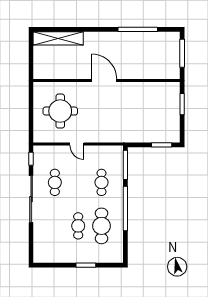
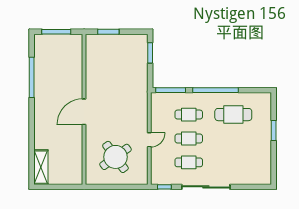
shelving: (58, 38) -> (41, 167), width x0.68
round table: (60, 111) -> (115, 157), turned -36
cafe table: (78, 226) -> (189, 138), moved

